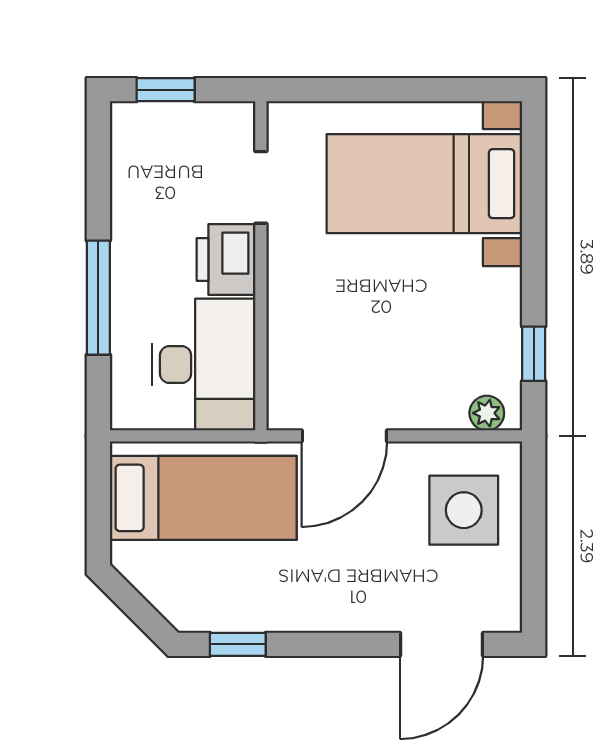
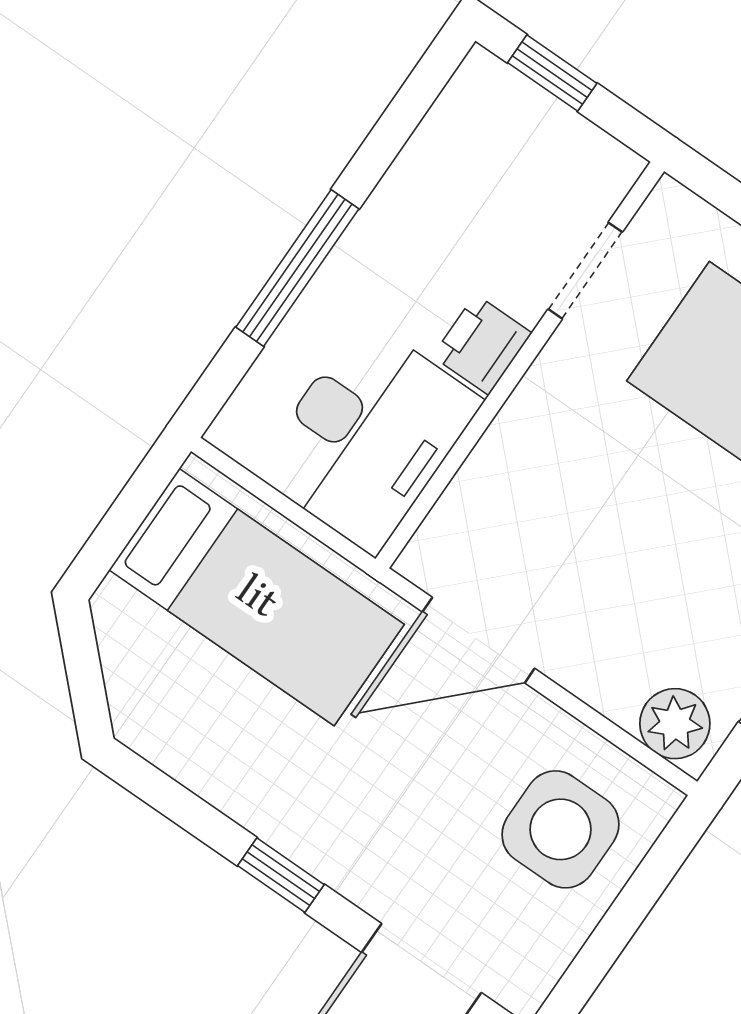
printer: (226, 260) -> (482, 345), width x0.73, depth x0.81
plant: (487, 413) -> (675, 724), width x1.38, depth x1.38
window: (238, 644) -> (281, 875), moved

